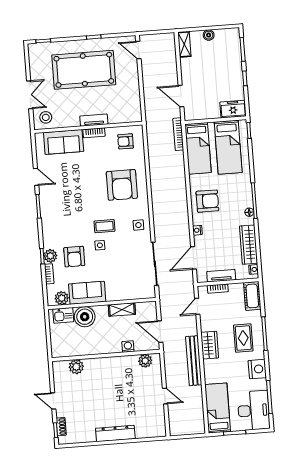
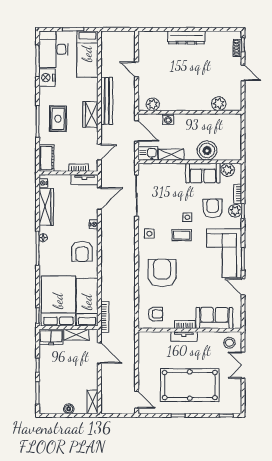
shelving: (207, 113) -> (76, 335), added
bed: (228, 147) -> (58, 301), width x1.50
armchair: (207, 201) -> (82, 251), turned -90
corner sofa: (58, 211) -> (224, 253), added
tv unit: (221, 276) -> (84, 180), moved
kitchen sink: (63, 315) -> (148, 153), moved
nightstand: (257, 369) -> (47, 78), moved

